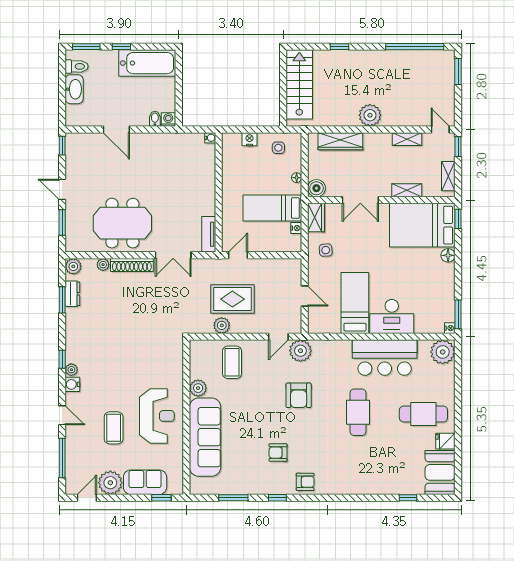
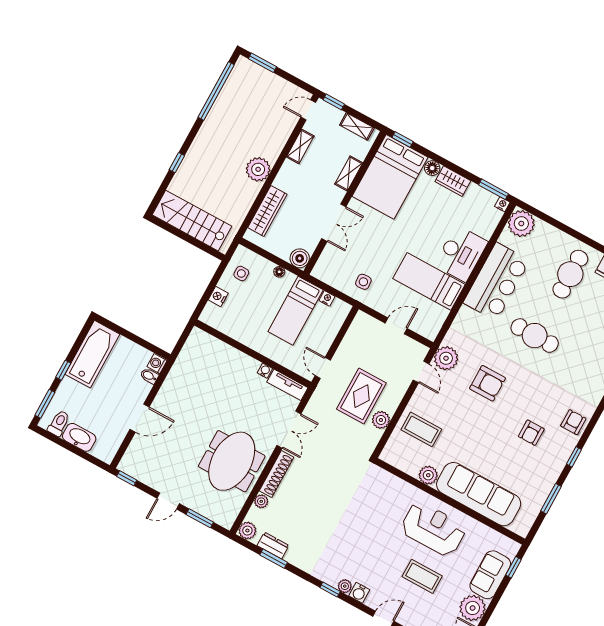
water cooler: (210, 138) -> (265, 371), moved
wardrobe: (316, 217) -> (453, 181), moved, turned 180

